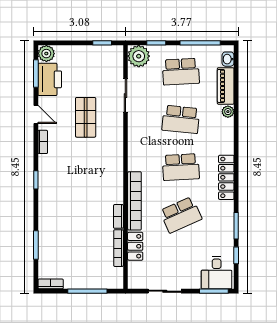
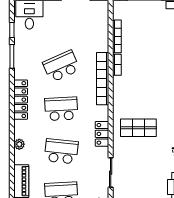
plant: (228, 112) -> (19, 144), moved
shop shelf: (86, 117) -> (138, 128), moved, turned 90
locker: (135, 246) -> (102, 134), moved

